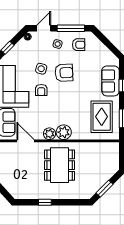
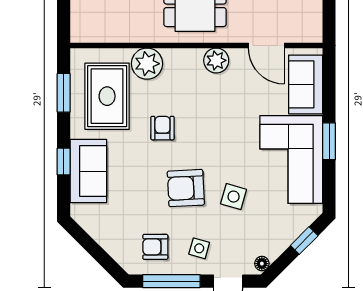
armchair: (41, 90) -> (162, 128), moved
plant: (64, 132) -> (147, 64), moved

